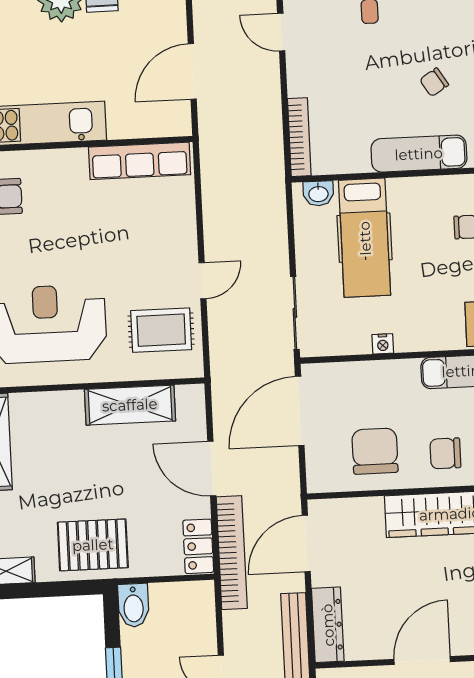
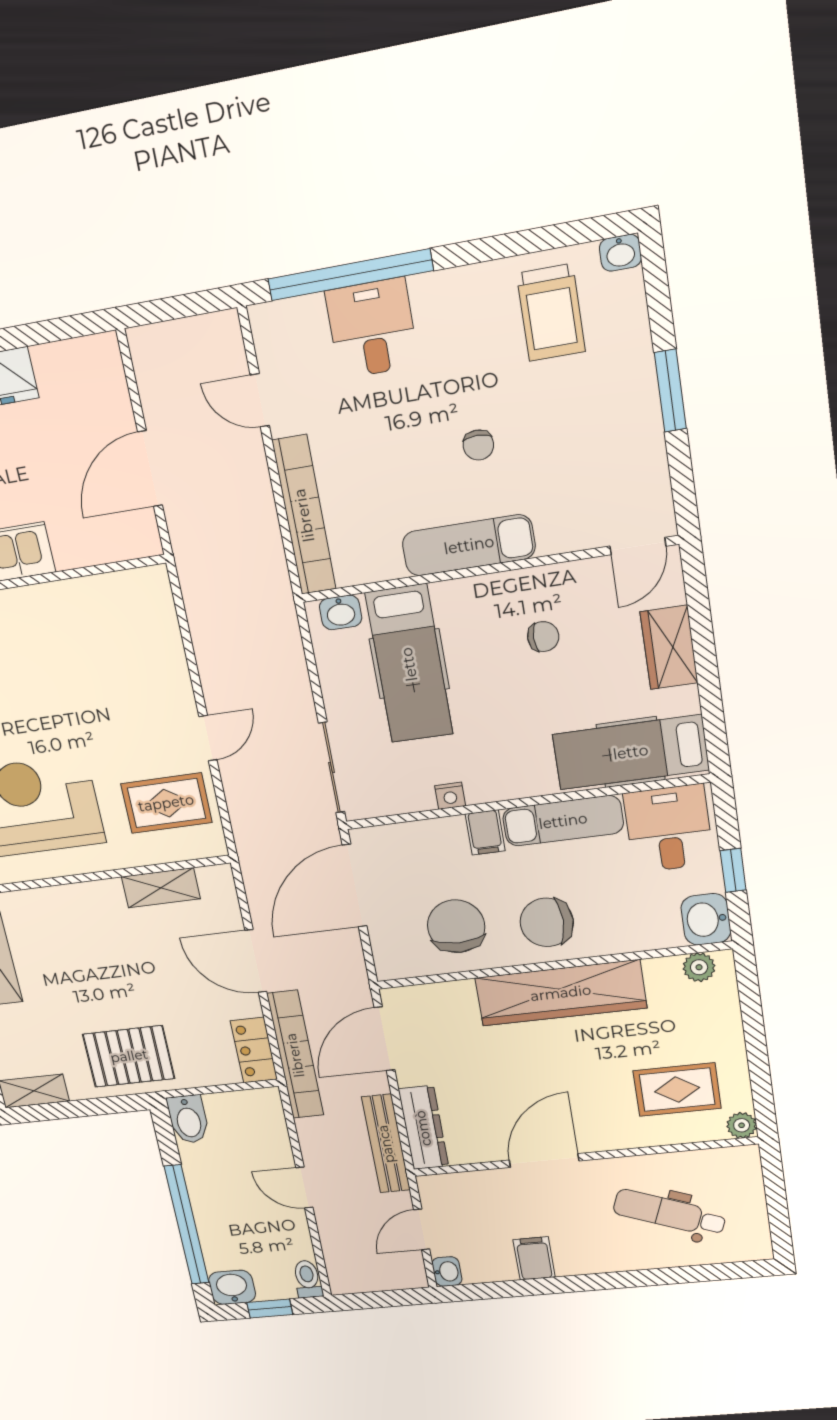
chair: (434, 82) -> (478, 445), turned -58
bookcase: (299, 137) -> (304, 515), width x1.48, depth x1.31
row of seats: (140, 161) -> (102, 595), removed
filing cabinet: (406, 376) -> (485, 832), added
shelving: (130, 405) -> (161, 888), width x0.67, depth x0.75
chair: (445, 453) -> (547, 922), width x1.37, depth x1.37

